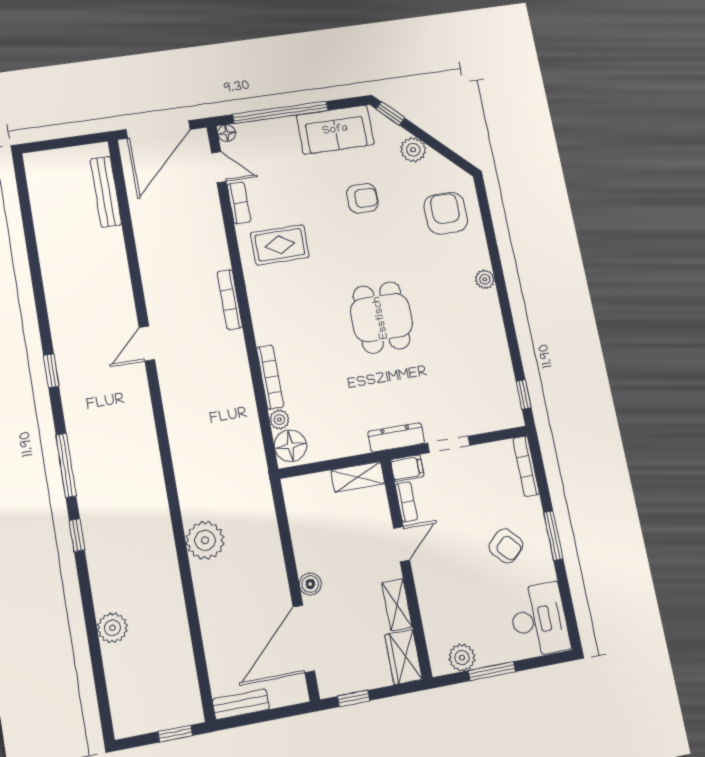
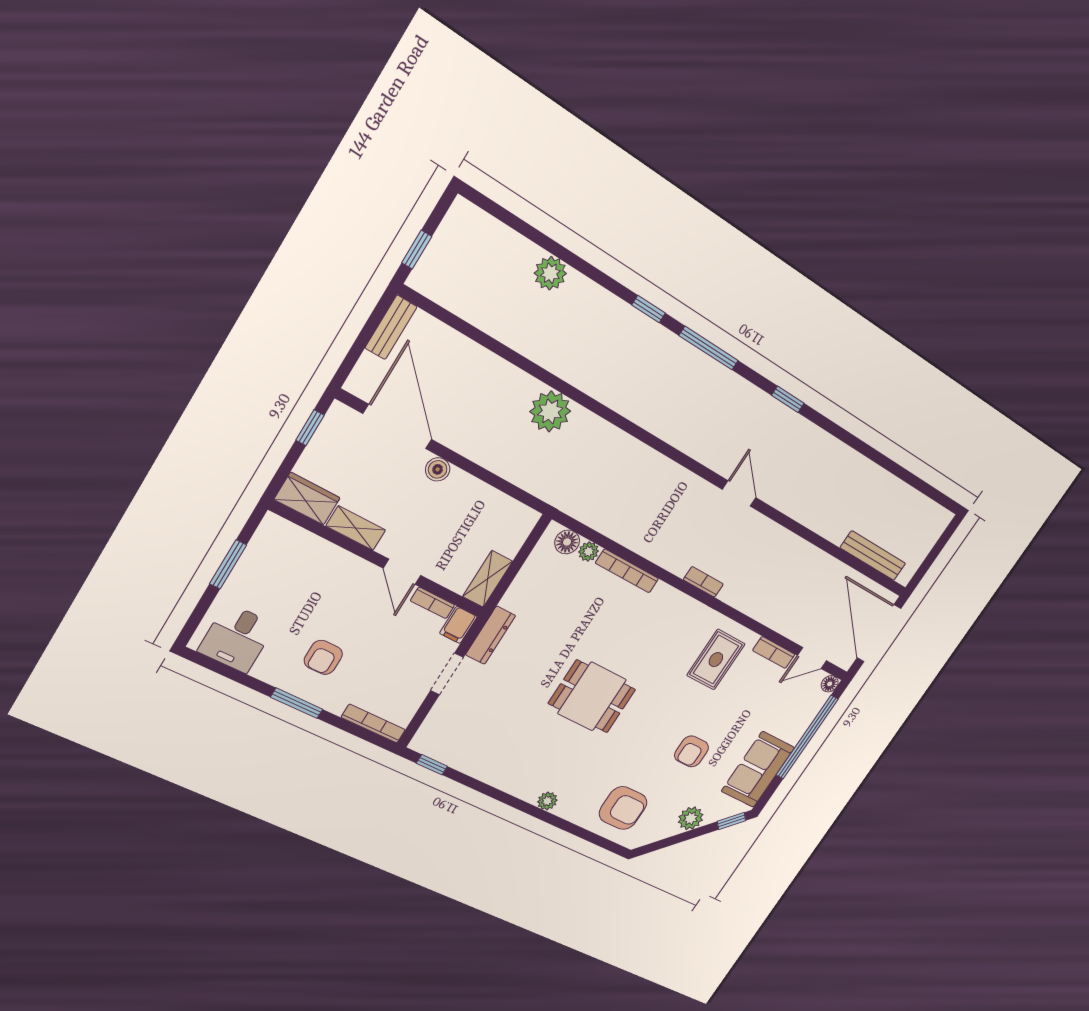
bookcase: (230, 300) -> (703, 582), width x0.64
floor lamp: (290, 446) -> (567, 542), width x0.73, depth x0.73
armchair: (506, 546) -> (323, 657), turned -47
desk: (539, 620) -> (237, 638), width x0.73
plant: (462, 658) -> (262, 548), removed

